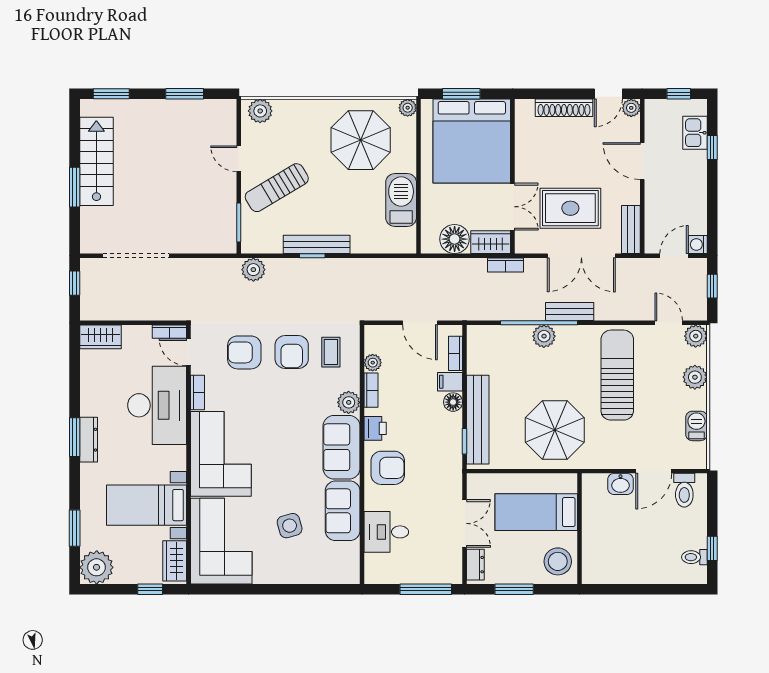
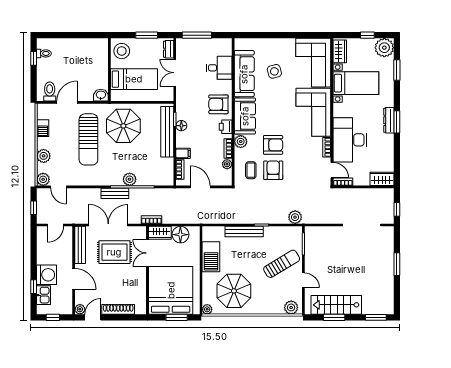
stairs: (96, 161) -> (336, 305), moved, turned 90
bench: (631, 230) -> (80, 245), width x1.36
bench: (317, 244) -> (244, 232), moved
washing machine: (698, 245) -> (47, 275), moved, width x1.89, depth x1.89
armchair: (244, 352) -> (273, 145), moved
sun lounger: (617, 375) -> (88, 139), moved
floor lamp: (453, 402) -> (181, 126), moved
washbasin: (620, 484) -> (101, 95), moved
sofa: (343, 511) -> (244, 74), width x1.36
window: (150, 589) -> (367, 35), moved

